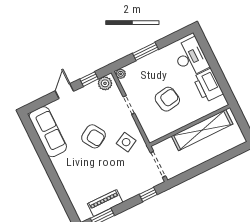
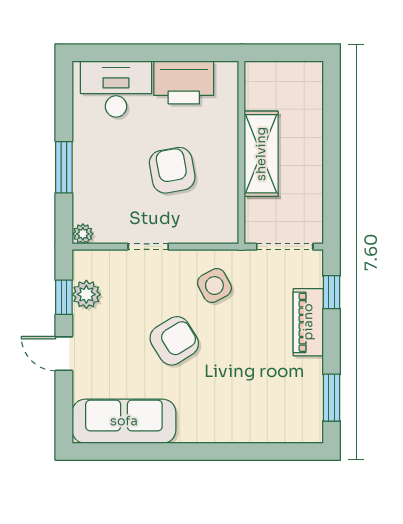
plant: (105, 83) -> (86, 294), moved
shelving: (202, 130) -> (261, 154), width x0.68
piano: (105, 203) -> (308, 322), moved

